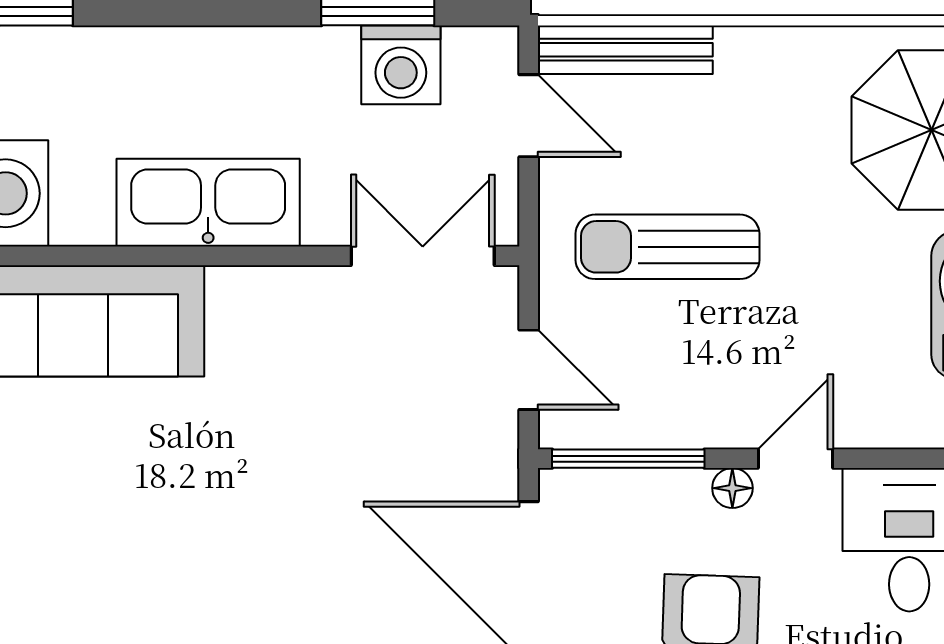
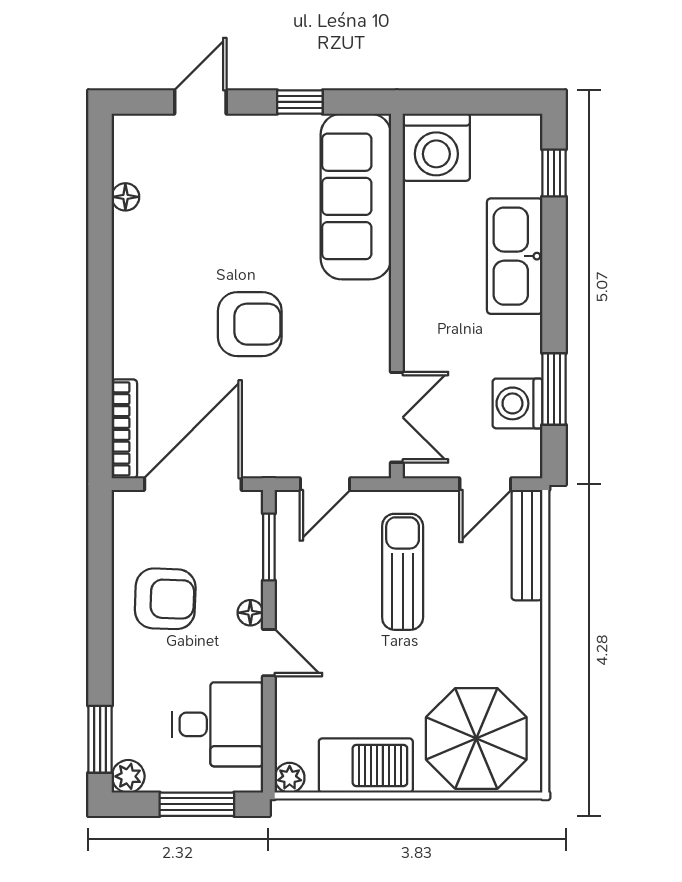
kitchen sink: (208, 203) -> (515, 256), moved, turned 180
window: (628, 459) -> (269, 547), width x0.69
armchair: (275, 489) -> (250, 324), added

